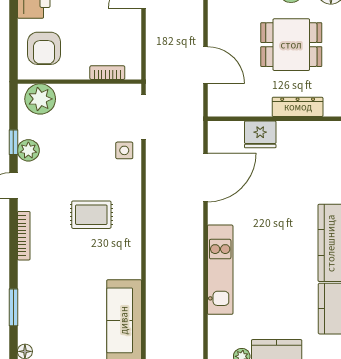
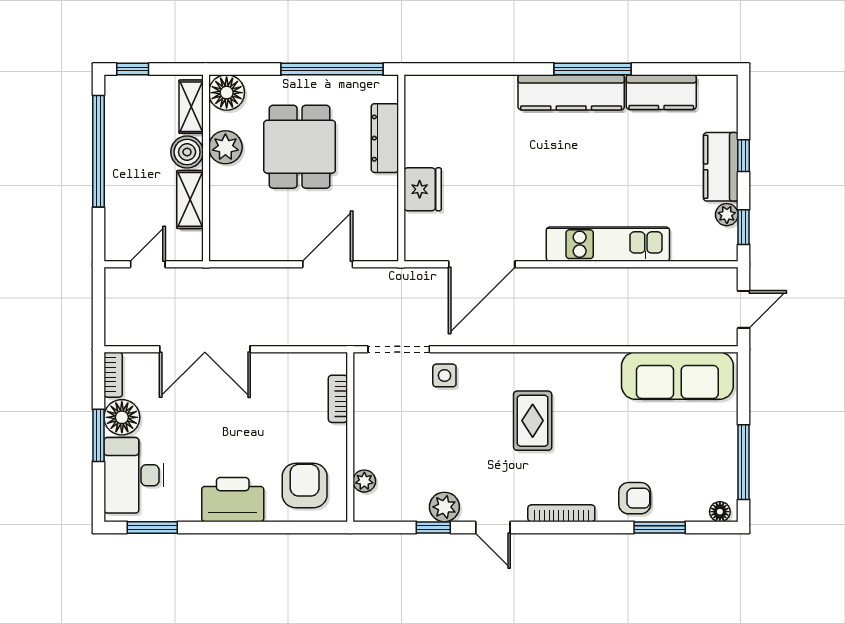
armchair: (44, 48) -> (305, 486), turned -90
plant: (40, 99) -> (364, 481), width x0.53, depth x0.53
door: (205, 178) -> (482, 264), swing flipped
armchair: (35, 289) -> (635, 498), added

